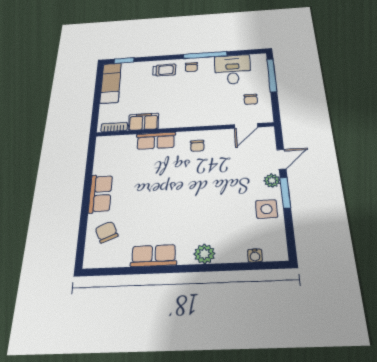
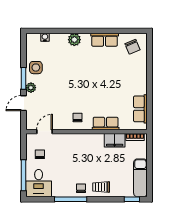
desk: (233, 70) -> (39, 183), moved
row of seats: (100, 194) -> (140, 109), moved
chair: (107, 232) -> (132, 47), moved

